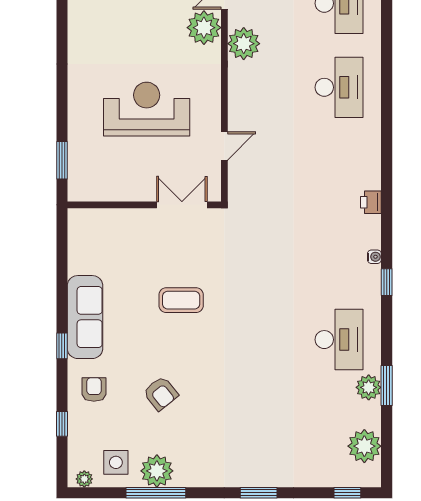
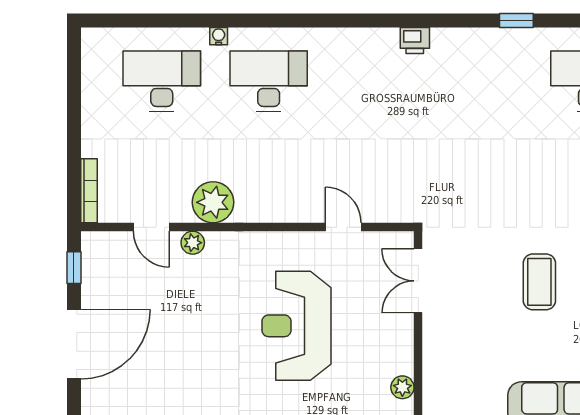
plant: (204, 28) -> (193, 243), width x0.53, depth x0.53
plant: (98, 193) -> (402, 387), added
water cooler: (374, 257) -> (219, 36), moved

